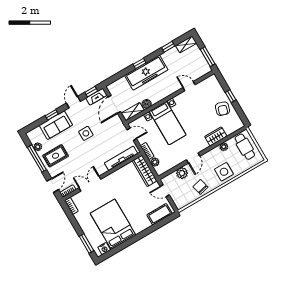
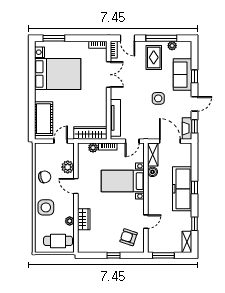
door: (73, 102) -> (195, 104), hinge flipped
armchair: (222, 109) -> (129, 237), moved
cot: (160, 214) -> (44, 119), width x1.37, depth x1.34

